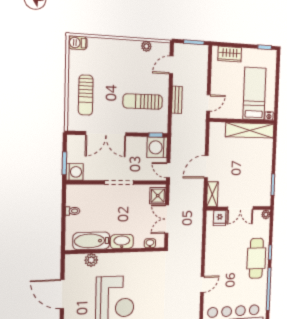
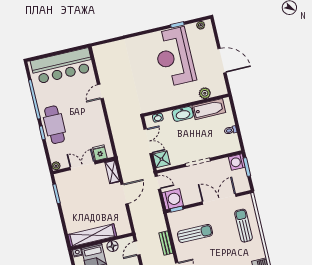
floor lamp: (233, 113) -> (112, 246), added

